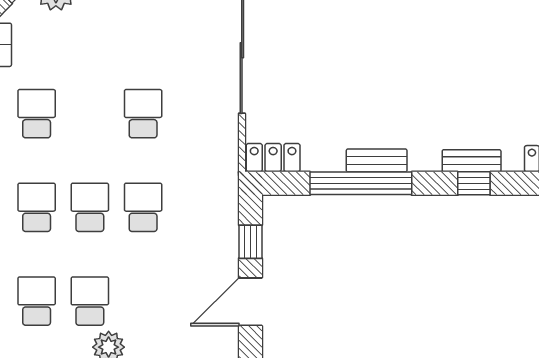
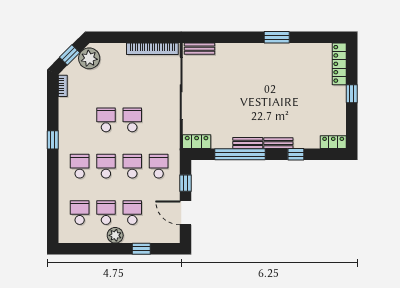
school desk: (37, 114) -> (106, 120), moved
bench: (472, 161) -> (278, 143), moved
school desk: (196, 207) -> (159, 166), added
school desk: (143, 301) -> (132, 213), added
door: (250, 302) -> (185, 213), hinge flipped

